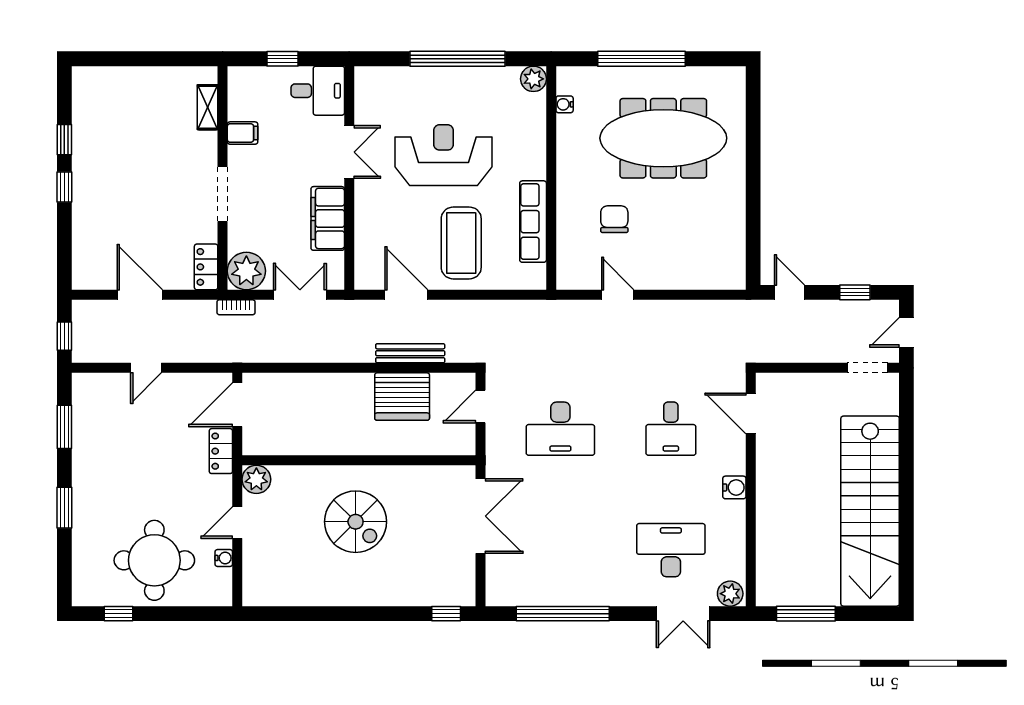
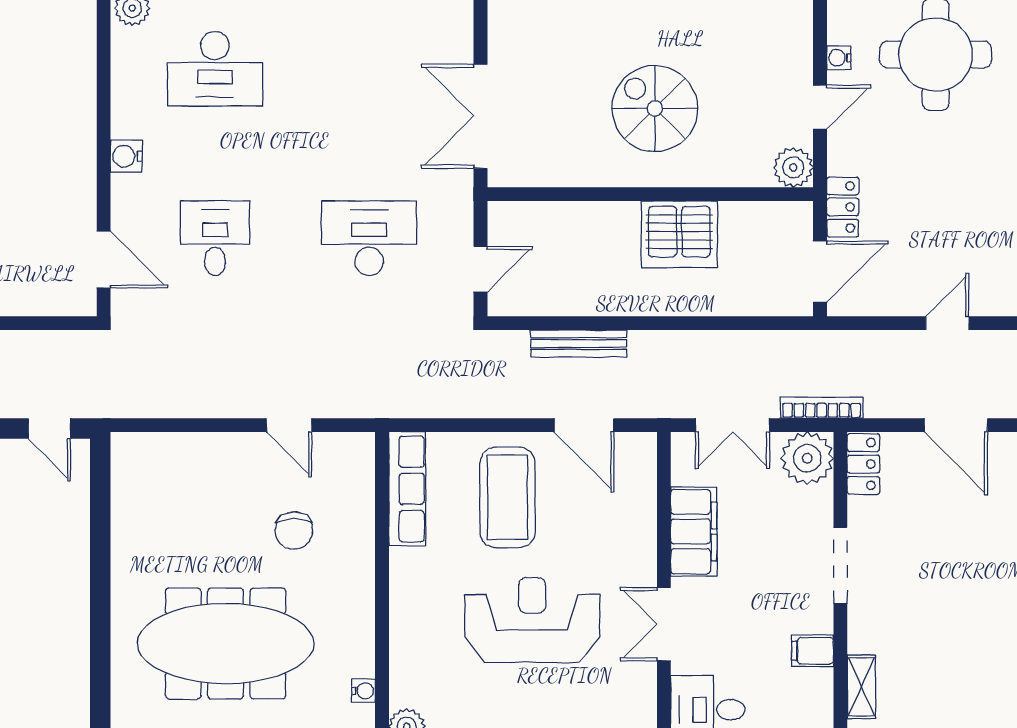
reception desk: (444, 155) -> (532, 620), turned 180
row of seats: (533, 222) -> (407, 489), moved
bookcase: (236, 307) -> (822, 408), width x1.56
server rack: (402, 397) -> (679, 234), moved, turned 180

